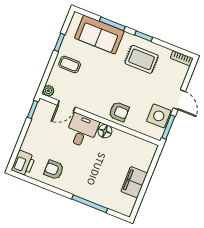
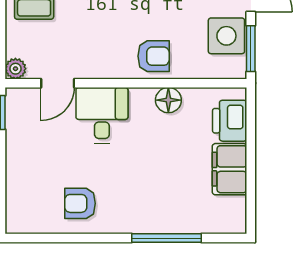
floor lamp: (105, 131) -> (168, 100), moved
printer: (23, 163) -> (230, 121), moved, turned 180

